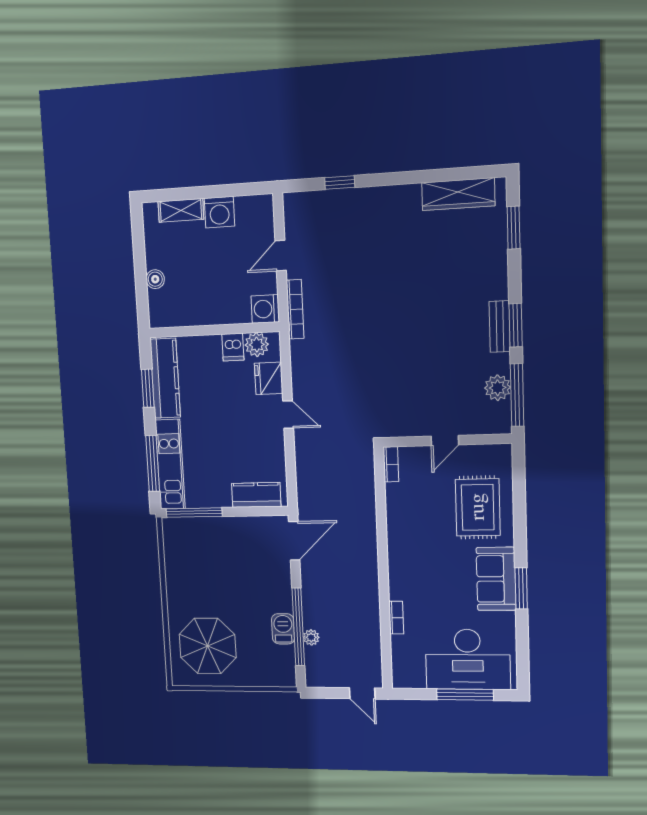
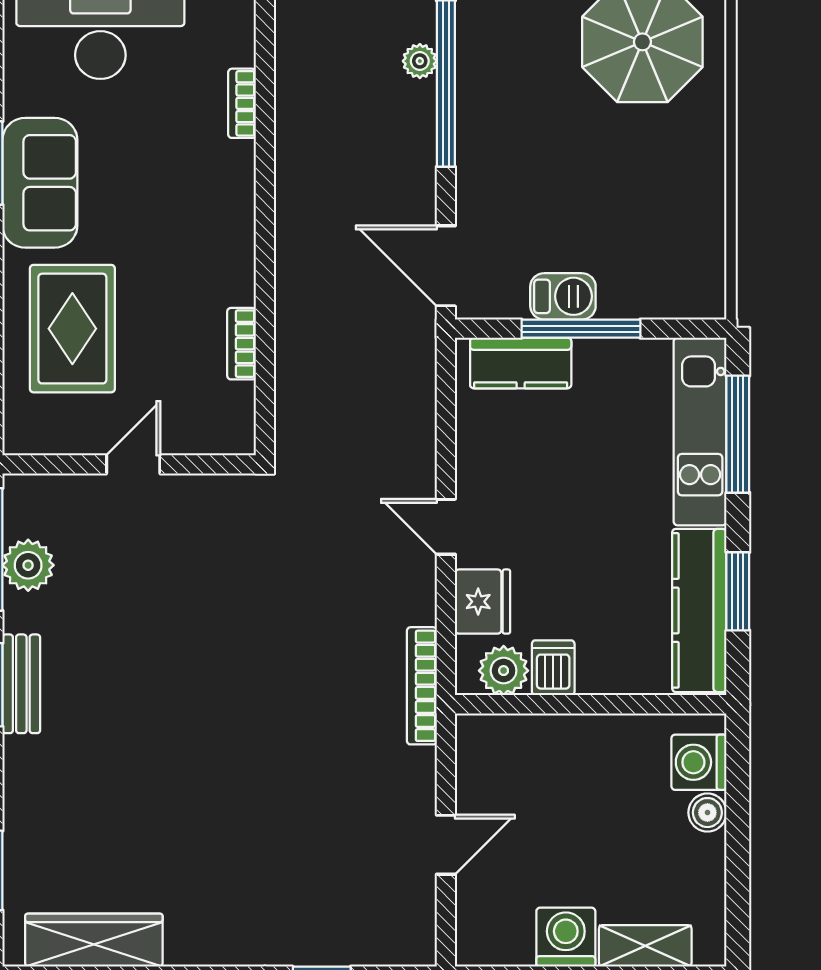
washing machine: (265, 309) -> (699, 762), moved, turned 180
bookcase: (295, 309) -> (422, 686), moved
bookcase: (391, 464) -> (242, 344), moved
window: (194, 513) -> (581, 329), moved
door: (294, 541) -> (446, 266), hinge flipped
barbecue: (283, 629) -> (563, 296), moved, turned -90

